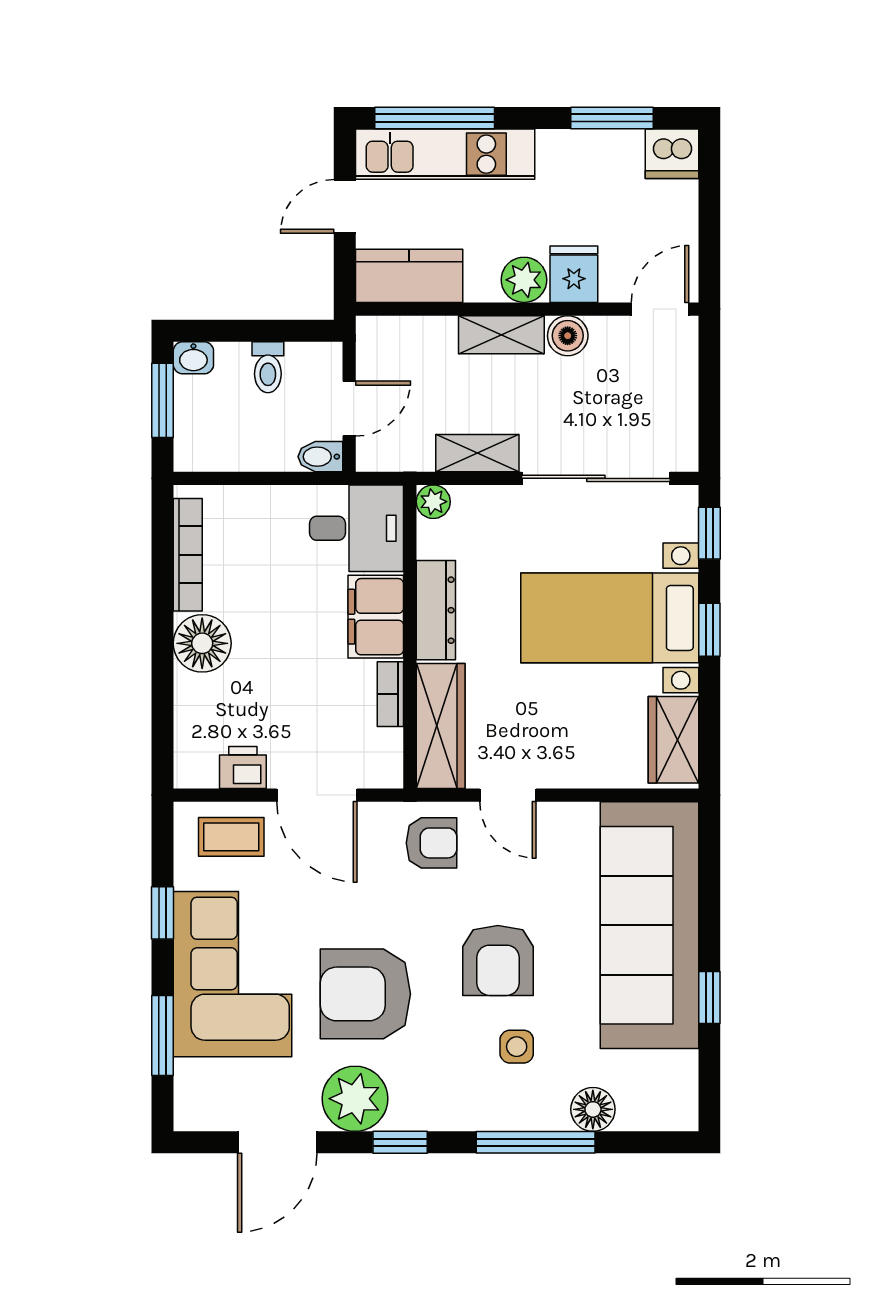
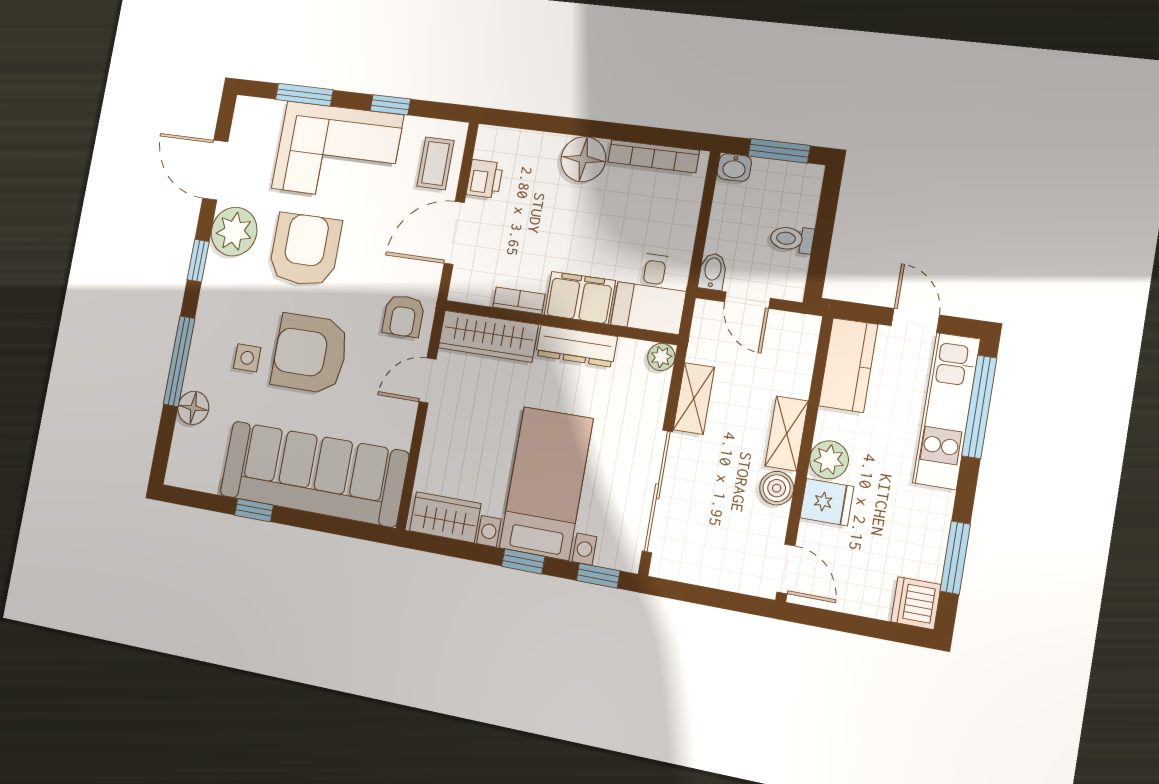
washbasin: (193, 358) -> (734, 167), moved, turned -90
armchair: (498, 960) -> (310, 354), width x1.36, depth x1.36

